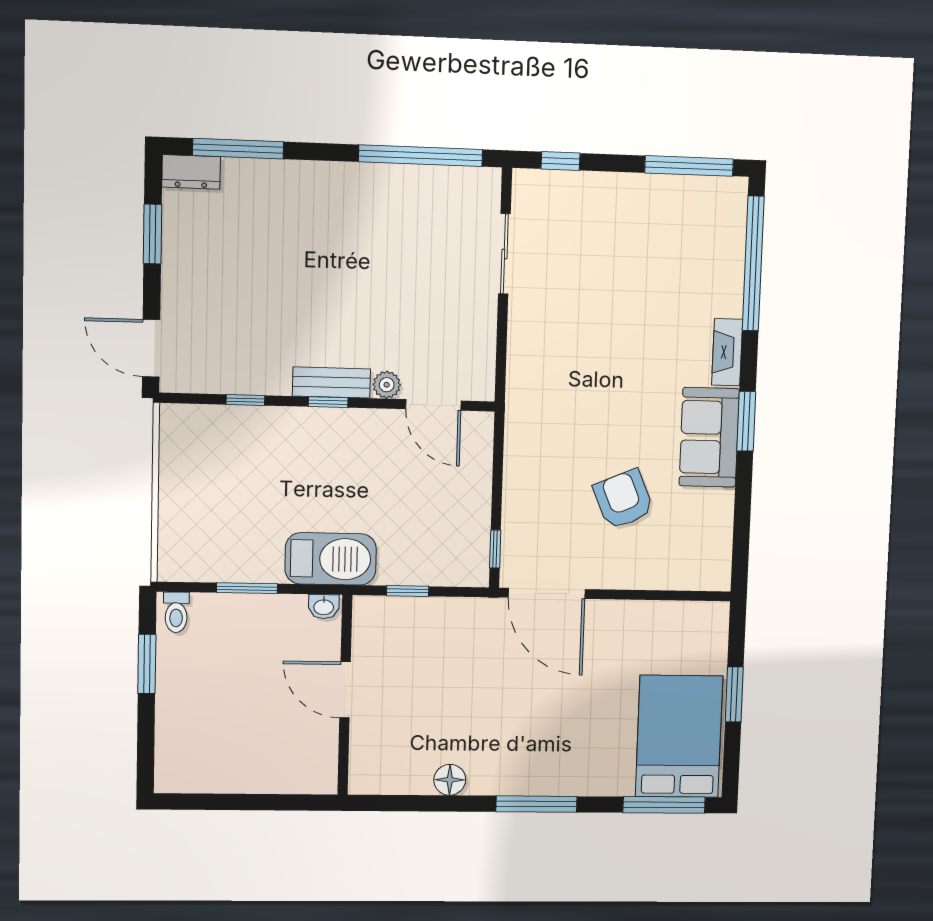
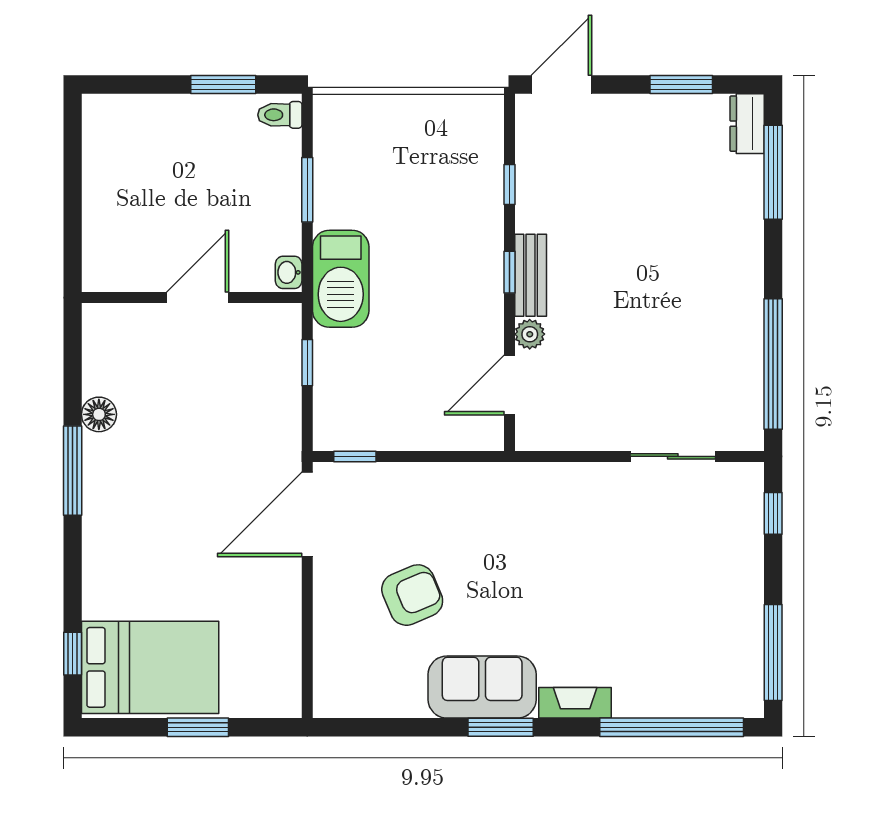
window: (536, 804) -> (73, 471), moved
window: (664, 805) -> (73, 654), width x0.46

